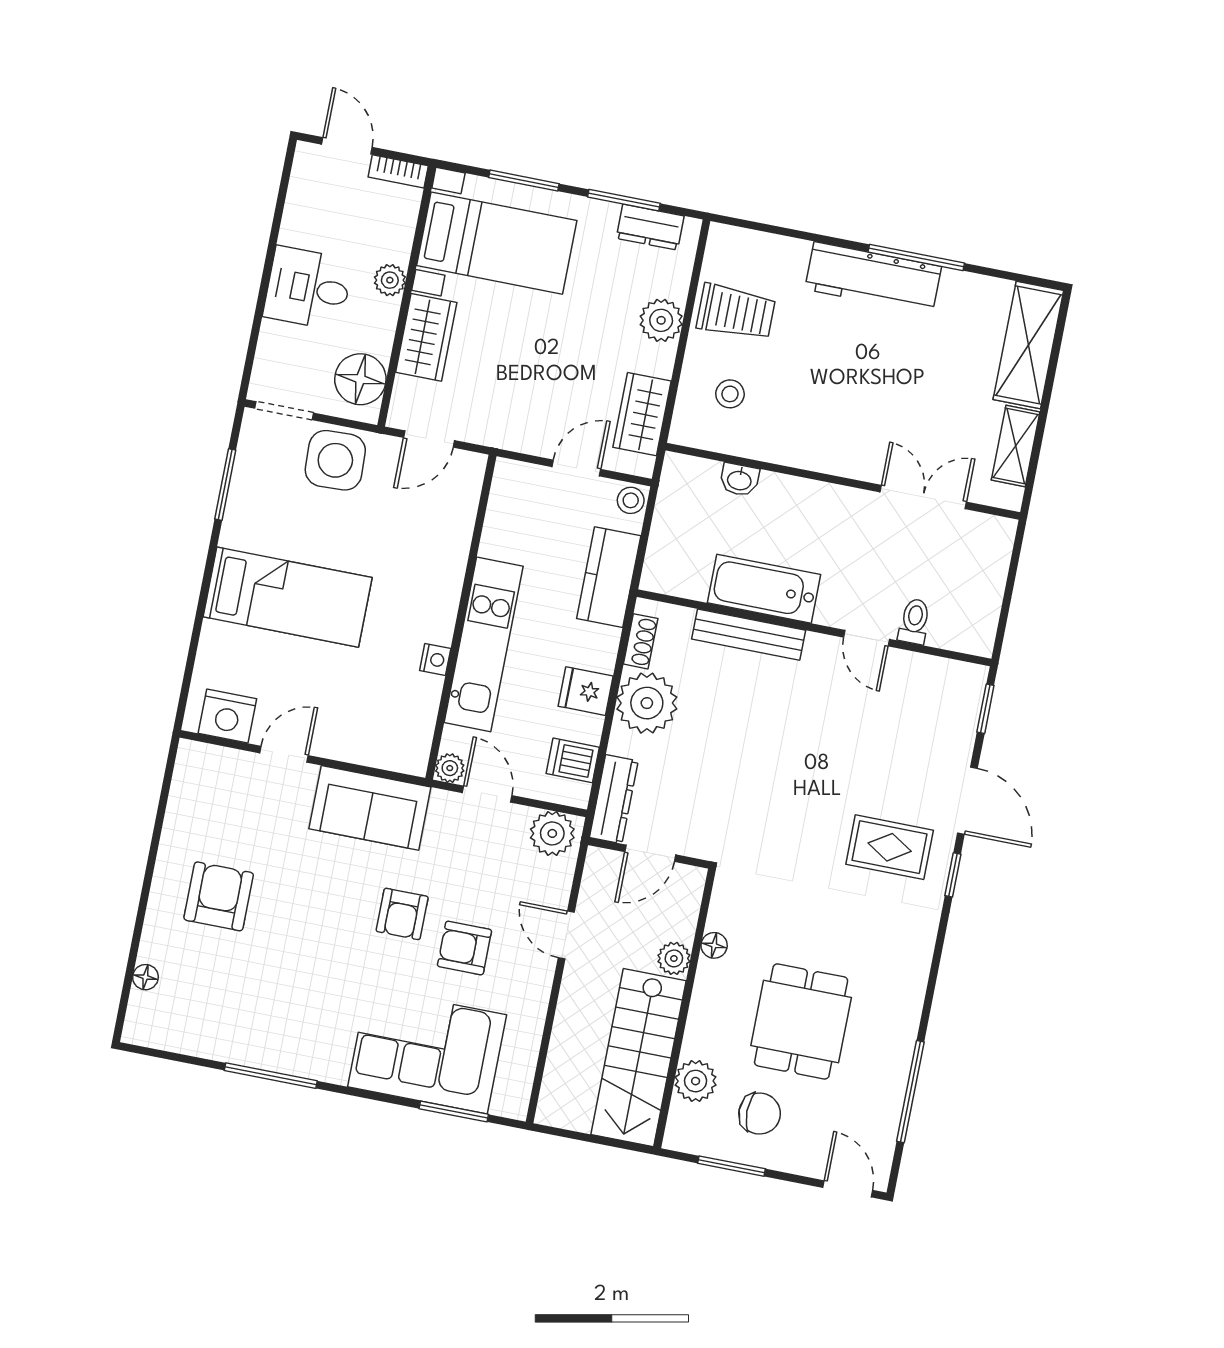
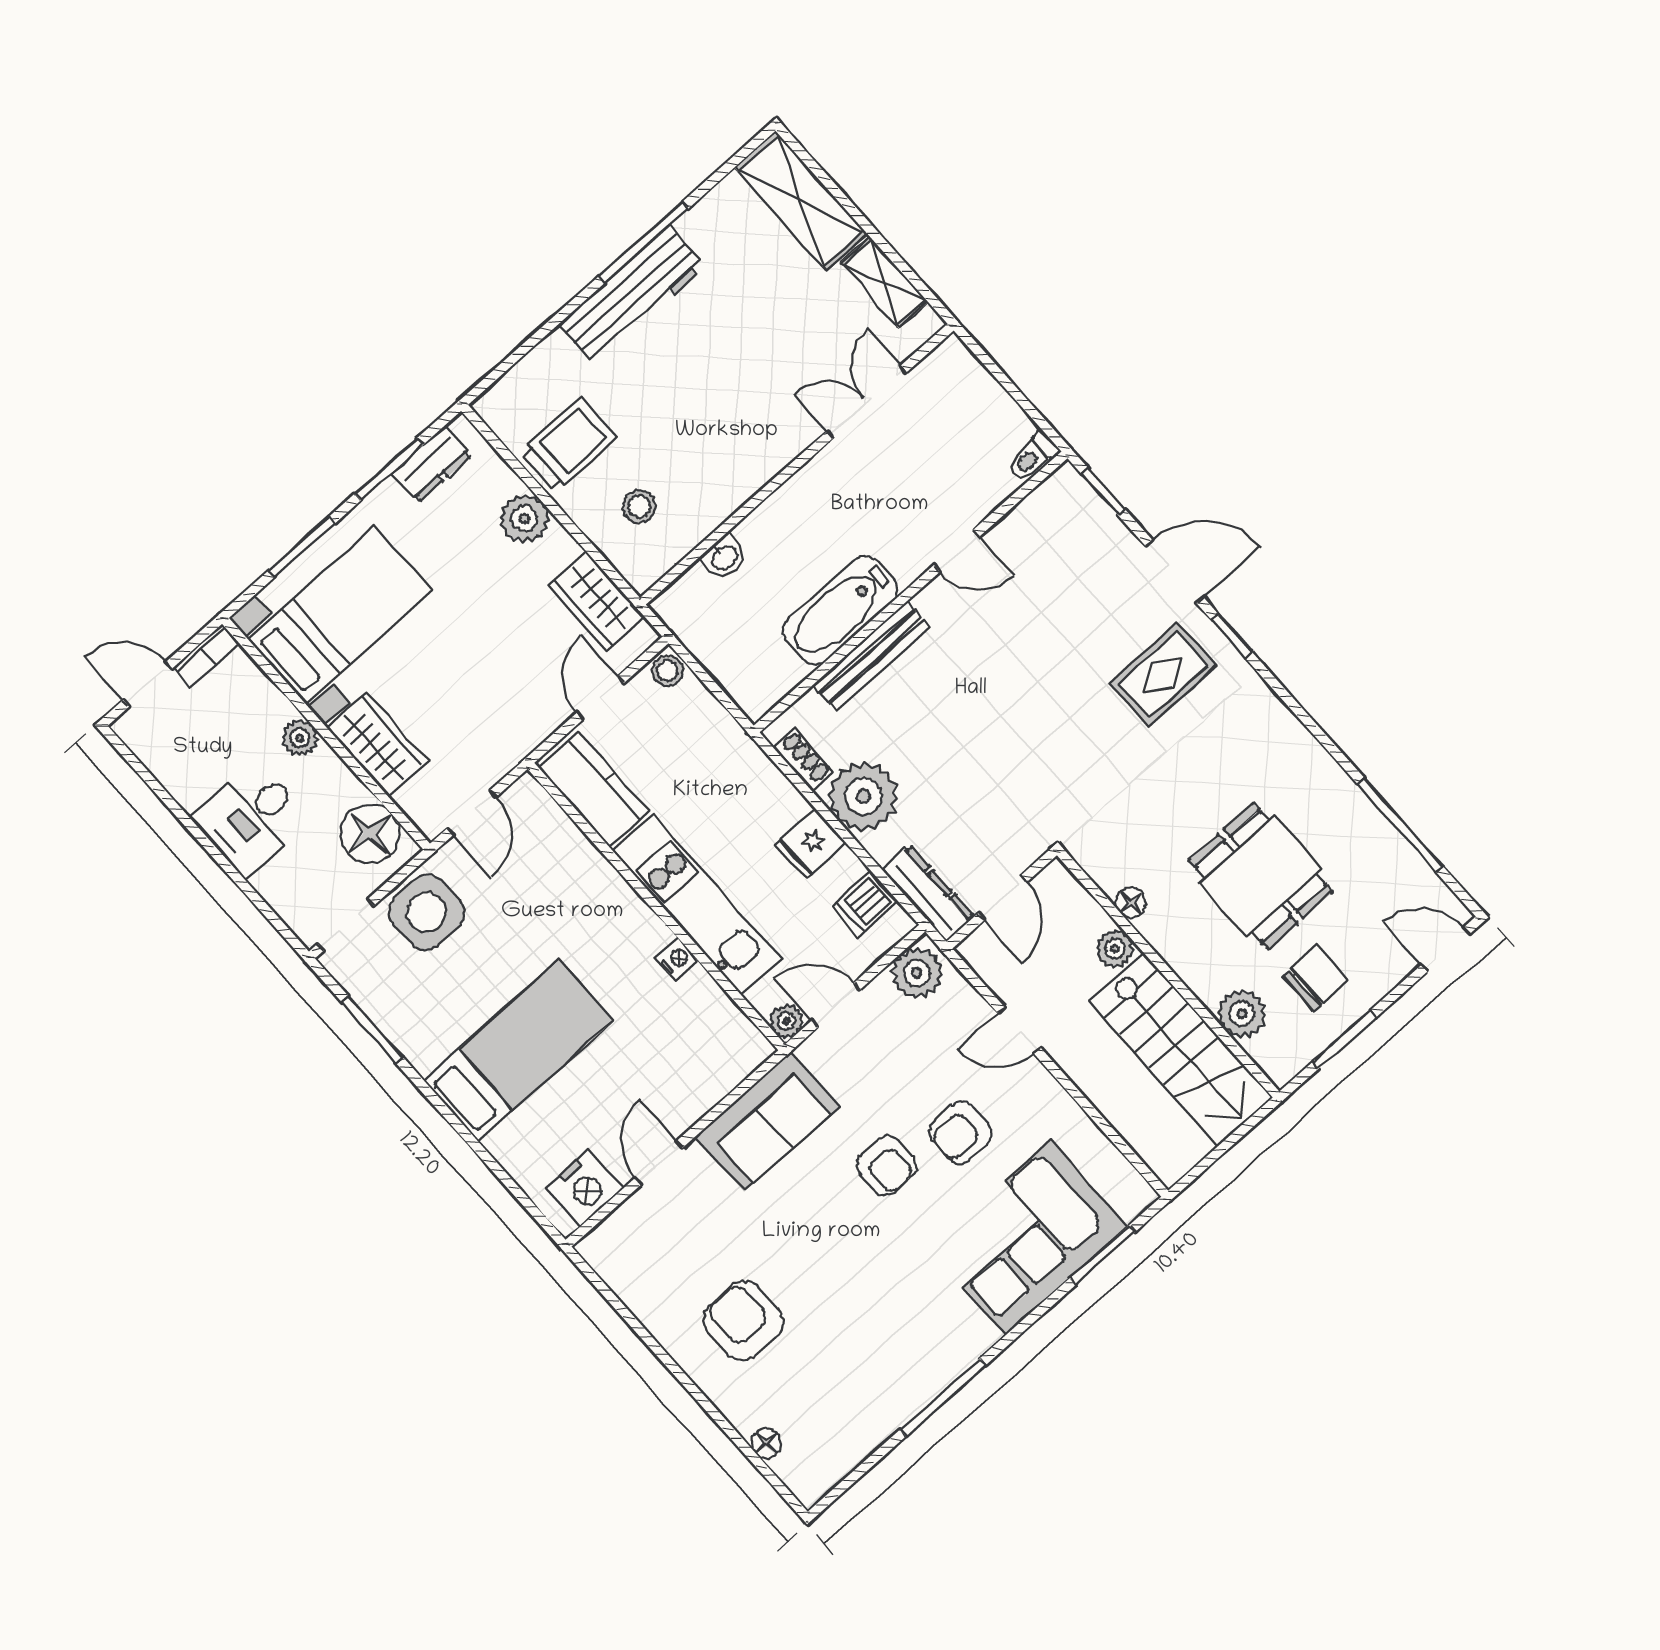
kitchen counter: (609, 577) -> (594, 790), moved, turned 180
toilet: (914, 621) -> (1033, 457), moved, turned -90

